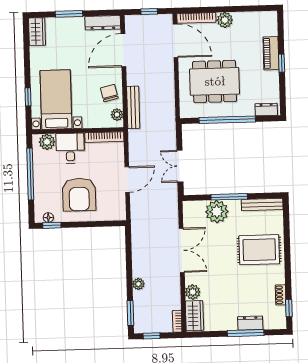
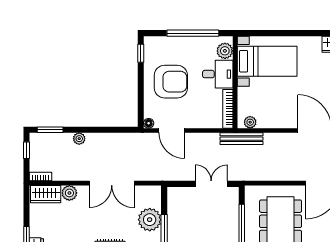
chair: (109, 93) -> (272, 115), removed
window: (28, 97) -> (271, 33), removed
bench: (133, 107) -> (242, 139), moved
double door: (180, 166) -> (211, 184), moved
door: (127, 180) -> (172, 130), moved
armchair: (79, 195) -> (171, 82), turned 180
floor lamp: (48, 218) -> (149, 123), moved

